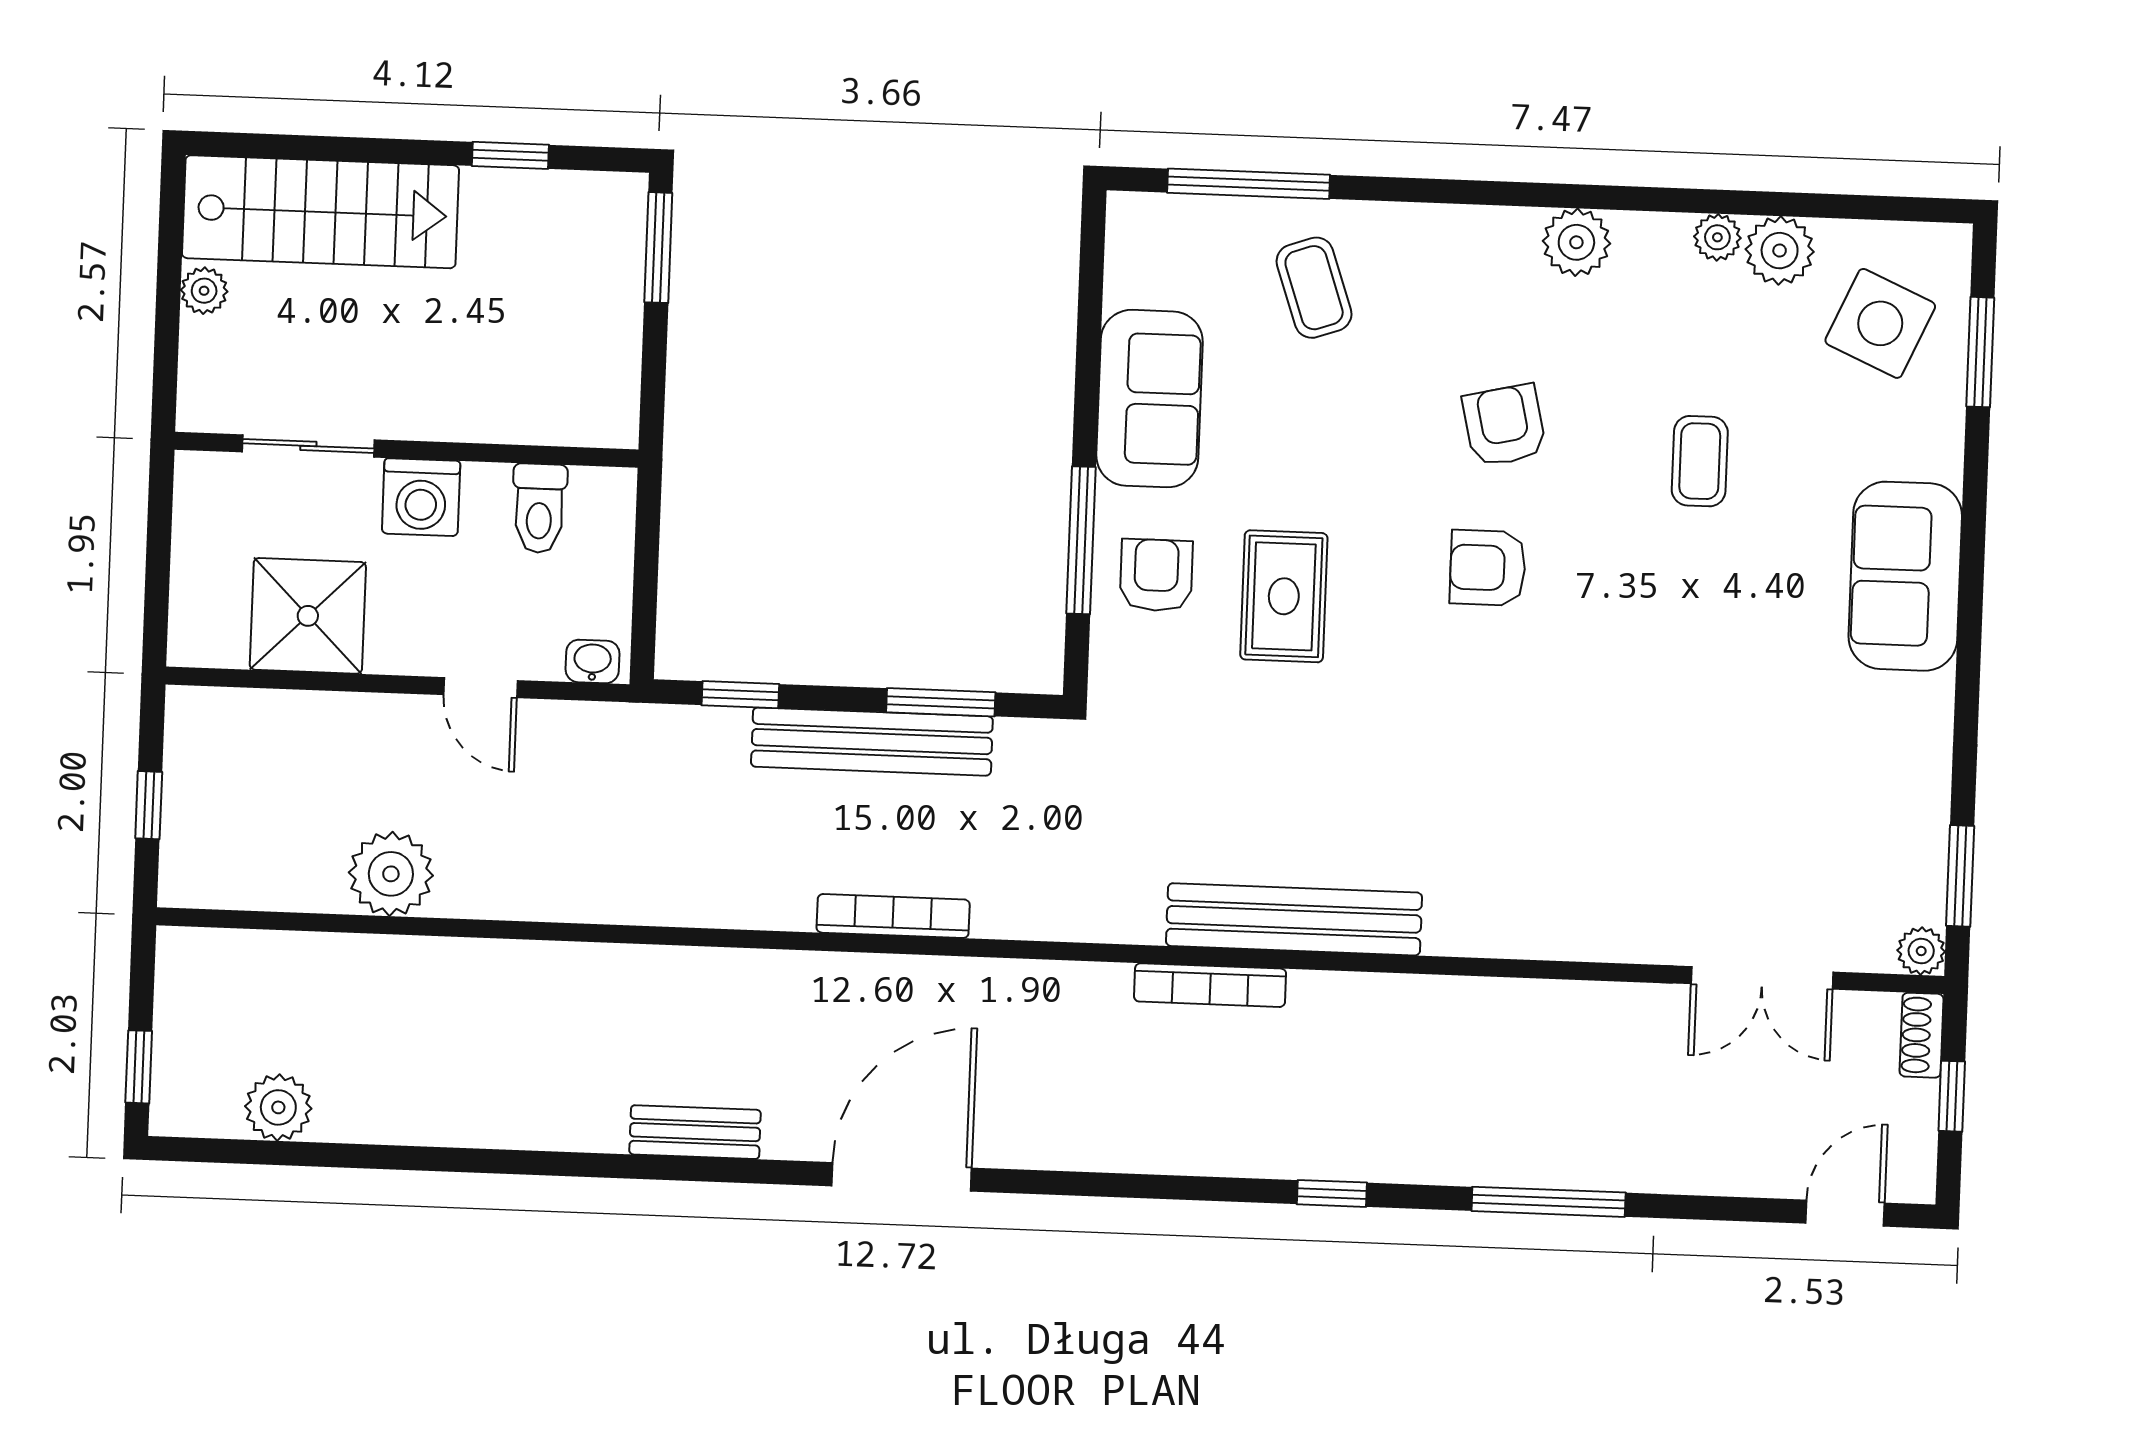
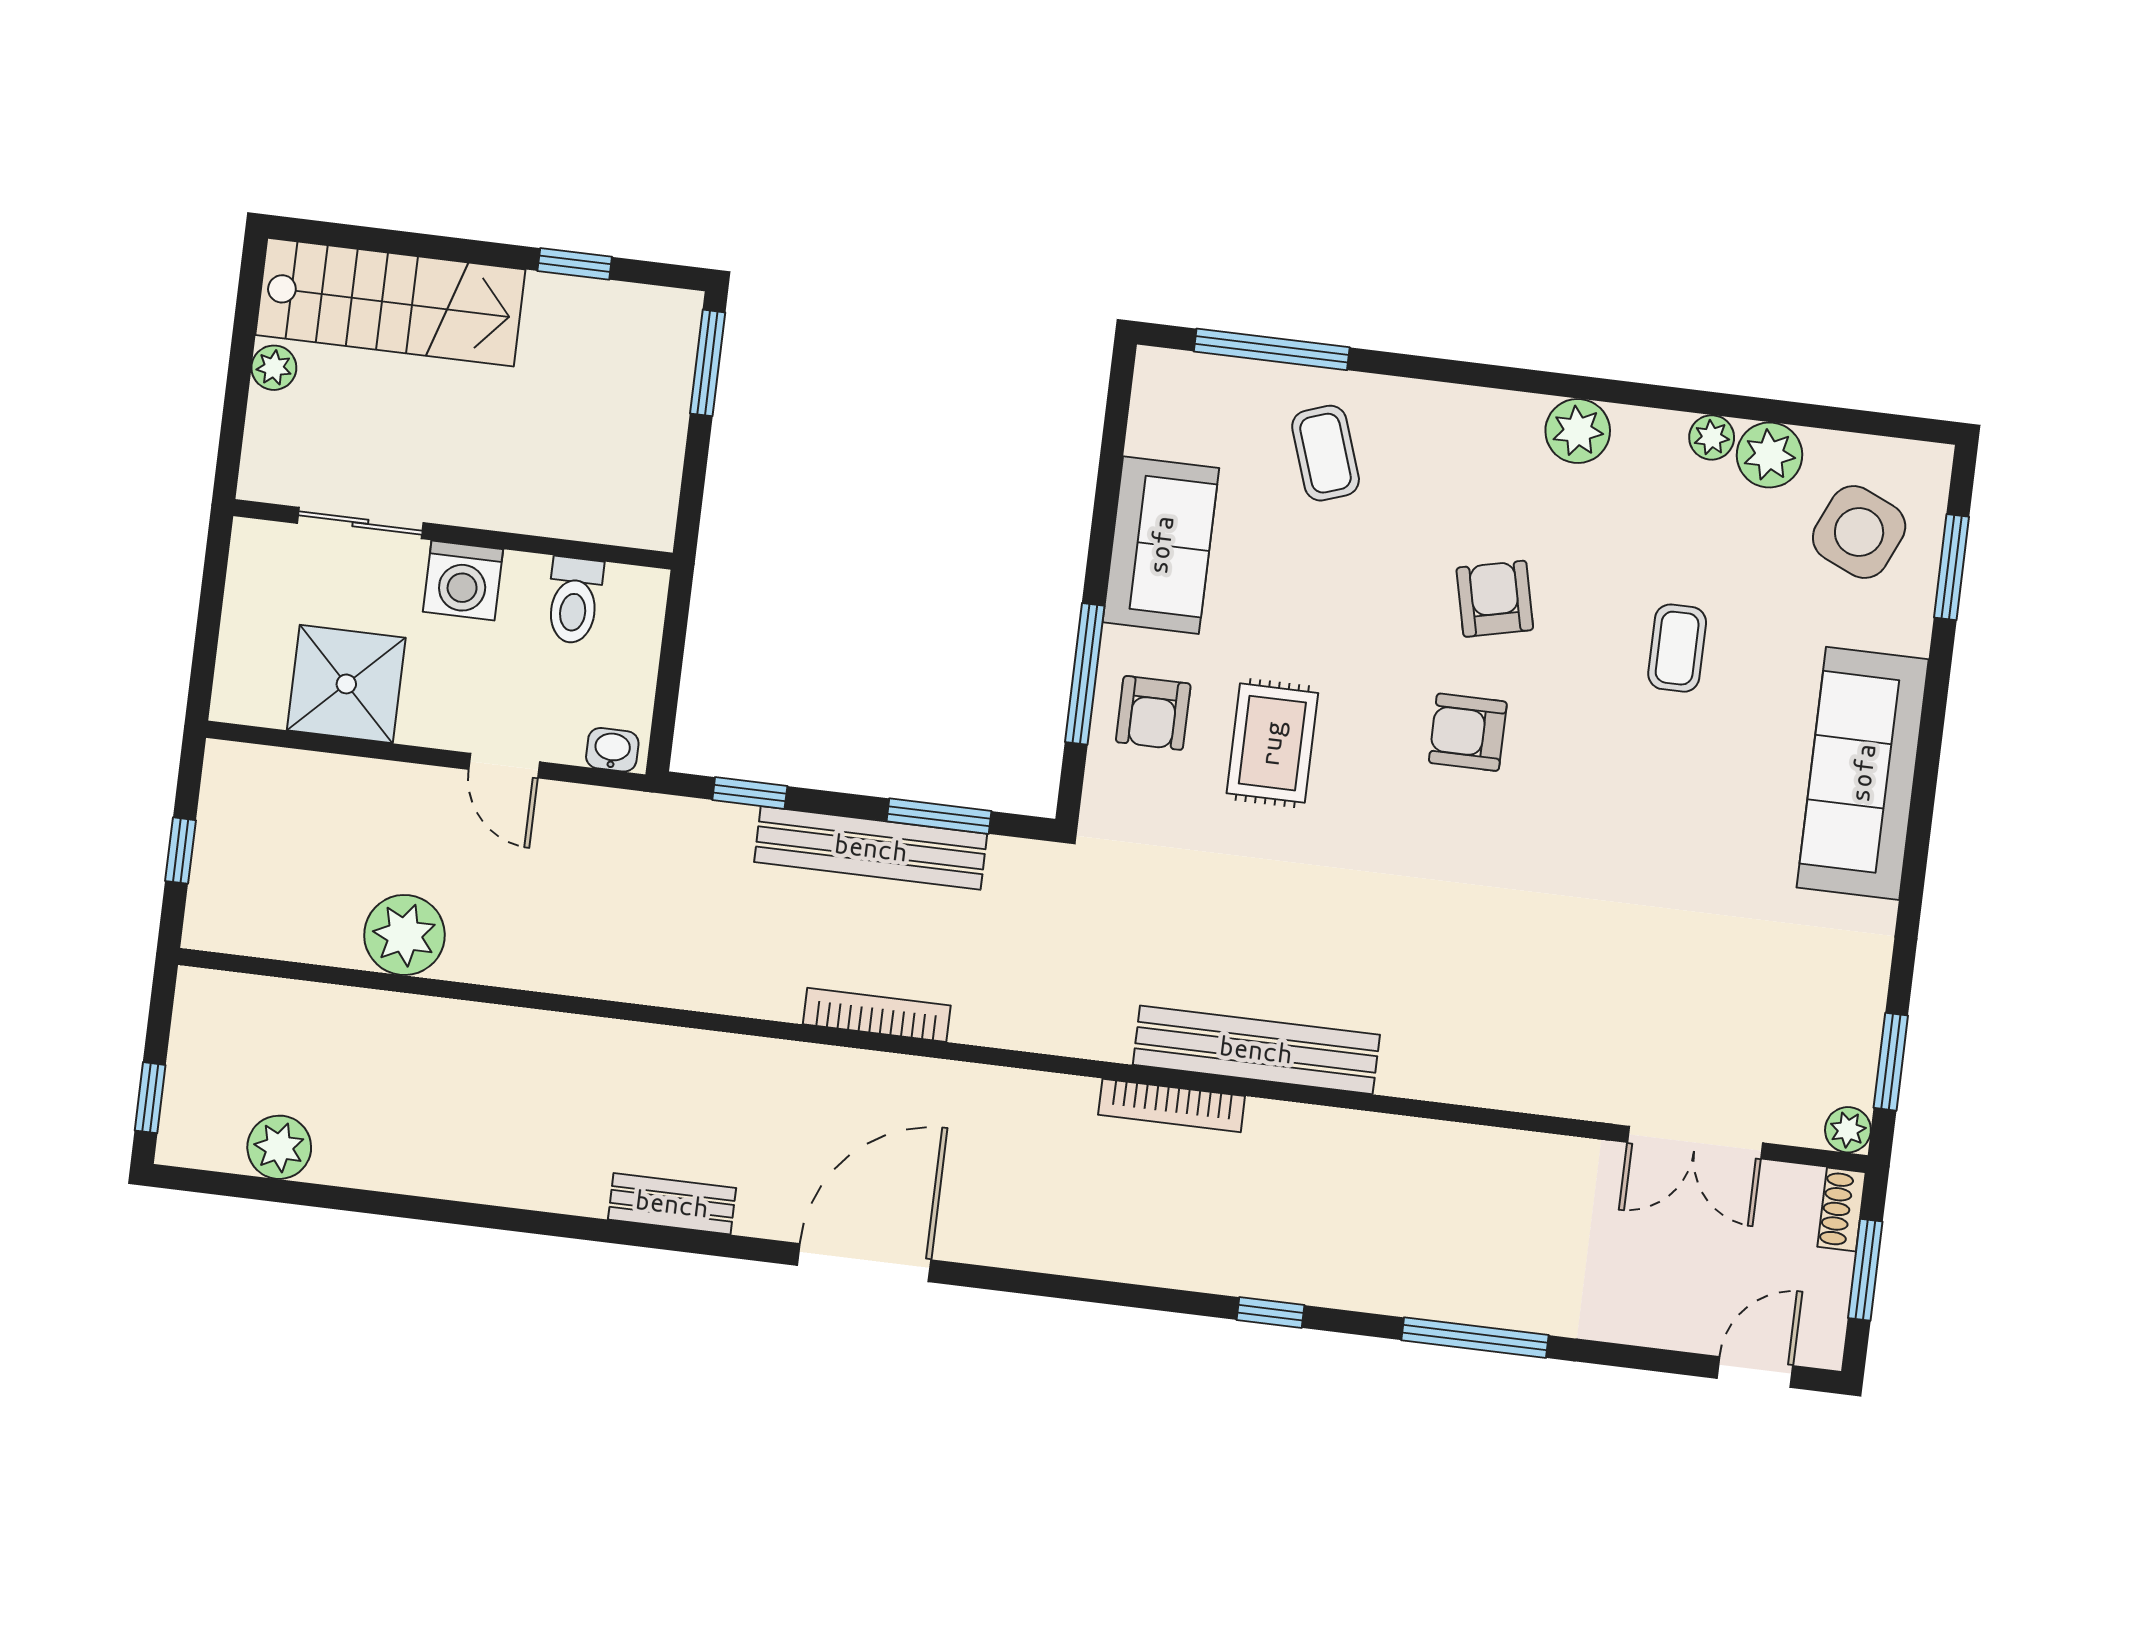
armchair: (1156, 575) -> (1153, 713), turned 180
sofa: (1905, 576) -> (1863, 773), width x1.36
window: (1952, 1096) -> (1865, 1270), width x1.50

